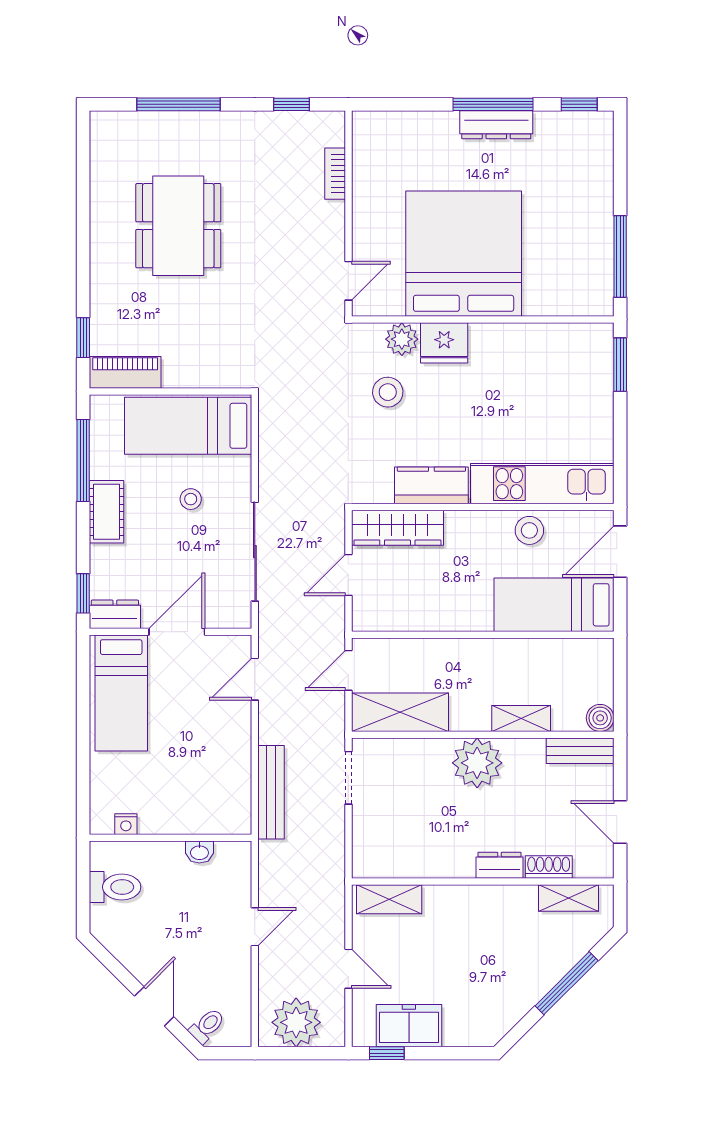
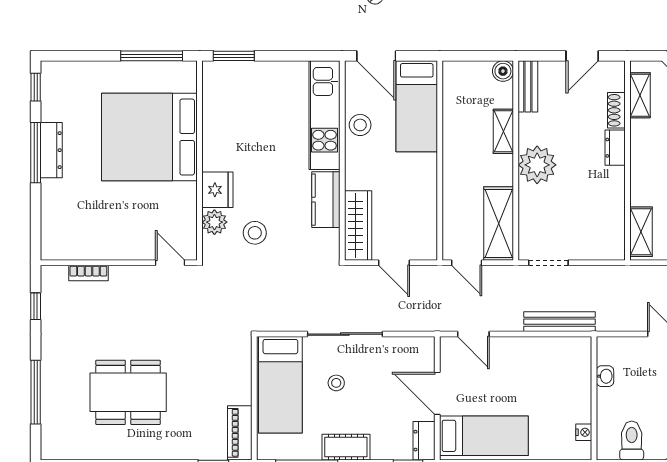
bed: (464, 254) -> (149, 137), moved
sliding door: (255, 552) -> (345, 334), moved

